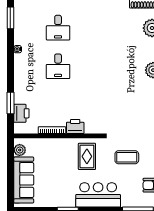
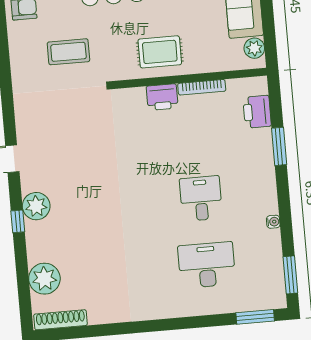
desk: (58, 28) -> (207, 265), width x1.37
window: (10, 103) -> (279, 146), moved
rug: (87, 156) -> (160, 52), moved, turned 90

